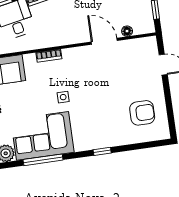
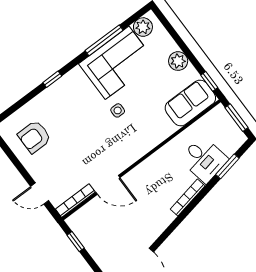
floor lamp: (127, 31) -> (91, 206), removed
bookcase: (49, 56) -> (75, 201), moved, width x1.56

